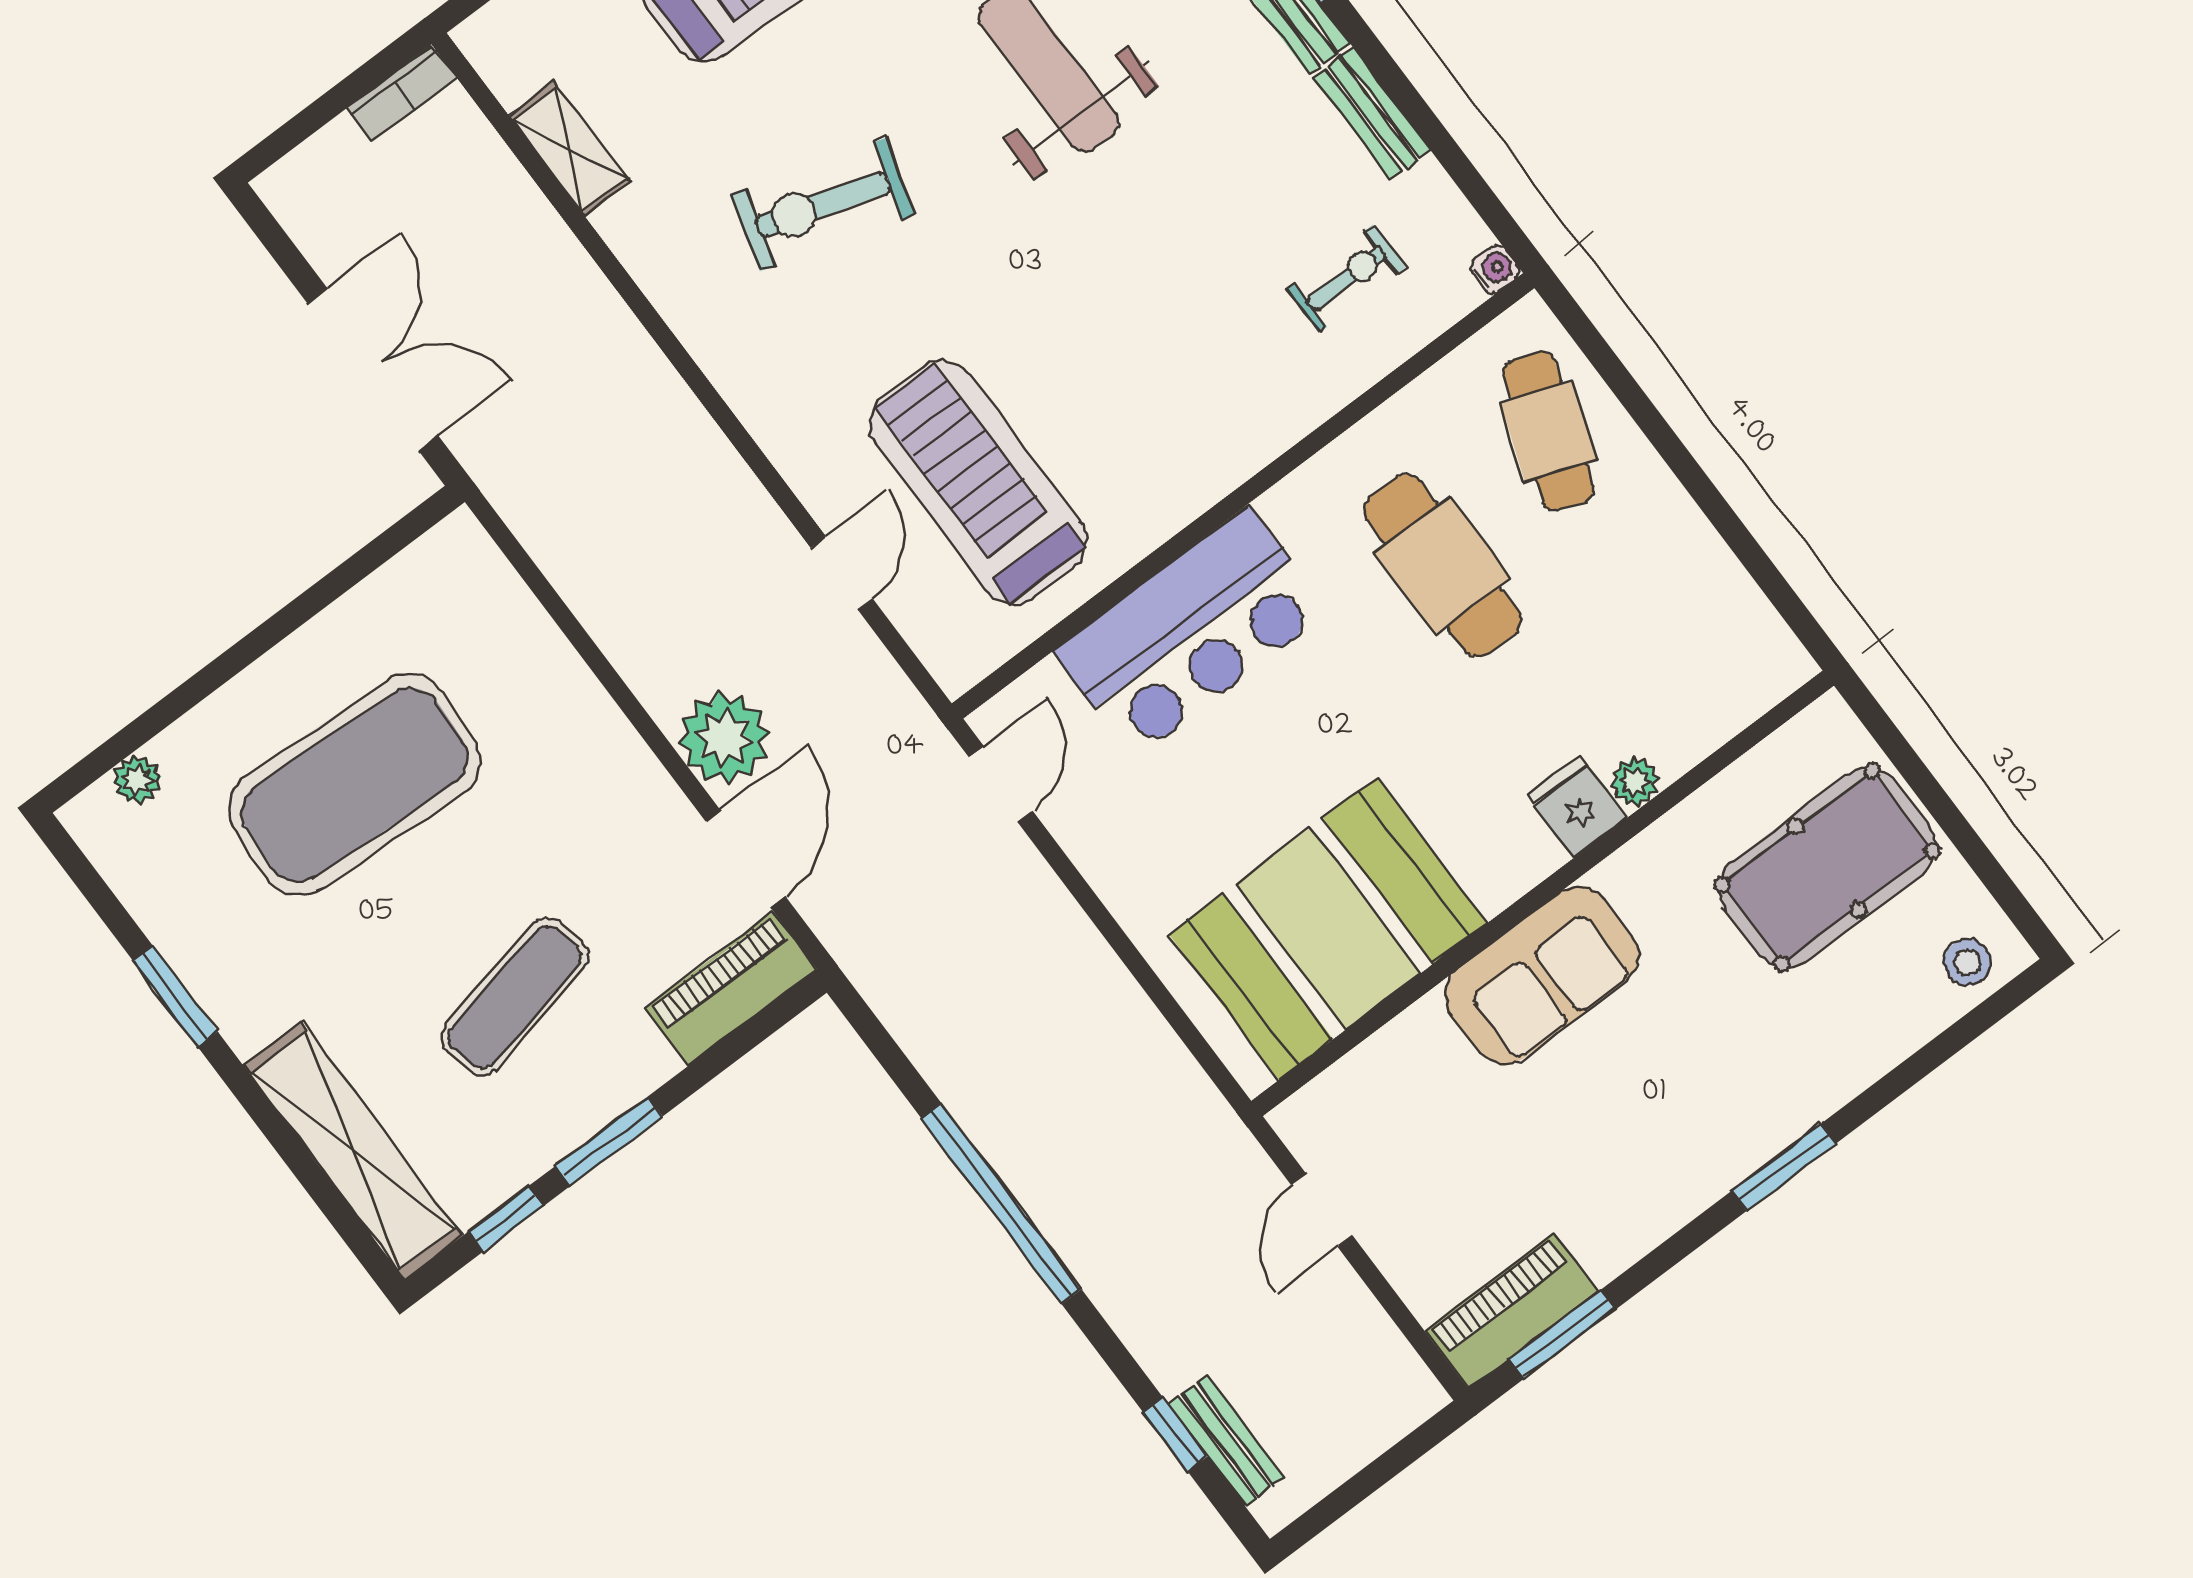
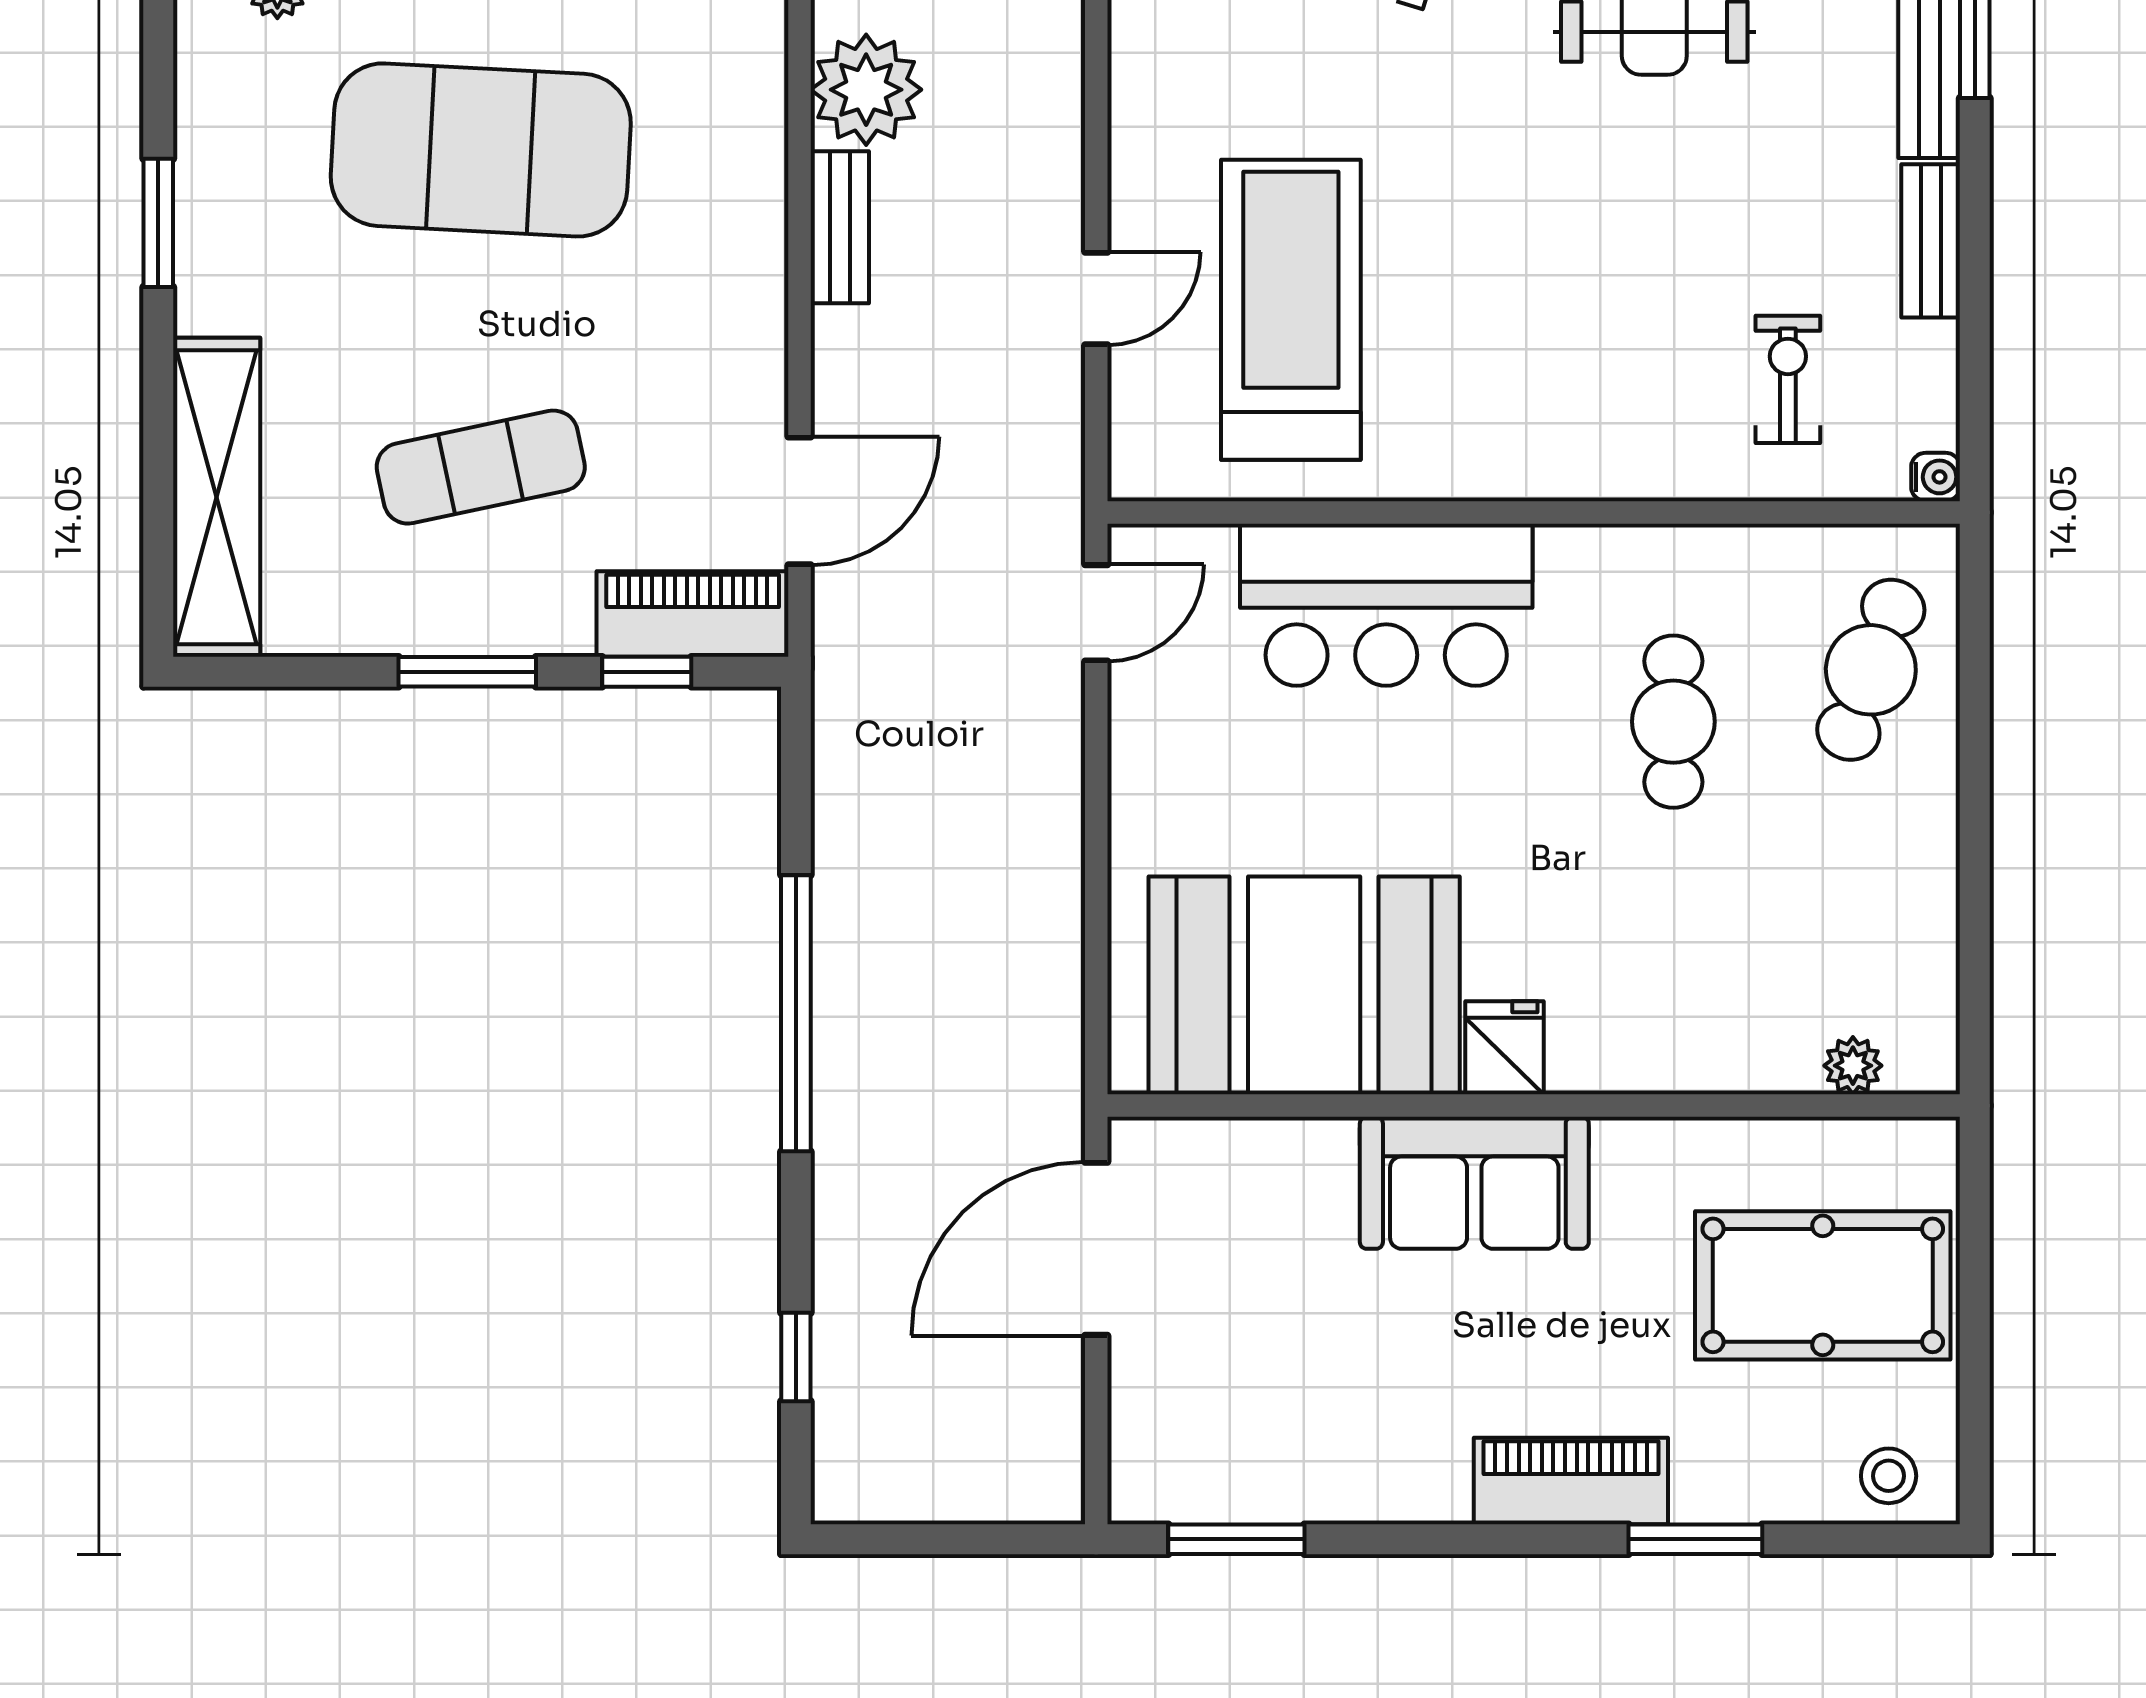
exercise bike: (1346, 278) -> (1788, 379), turned -90
cafe table: (1442, 565) -> (1673, 722), width x0.73, depth x0.74
plant: (724, 738) -> (866, 90), moved
plant: (1635, 782) -> (1853, 1066), moved
fridge: (1577, 807) -> (1505, 1048), moved
window: (1784, 1167) -> (1695, 1539), moved
door: (1322, 1210) -> (1096, 1249), width x1.88
window: (506, 1219) -> (647, 672), moved
piano: (1512, 1311) -> (1571, 1481), moved
bench: (1226, 1440) -> (840, 227), moved

